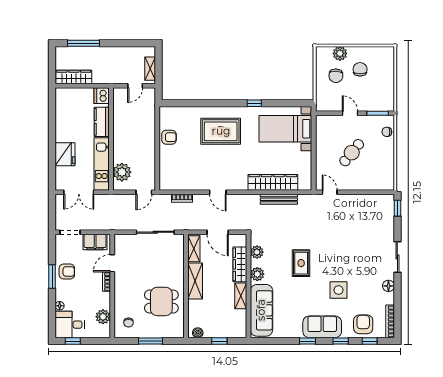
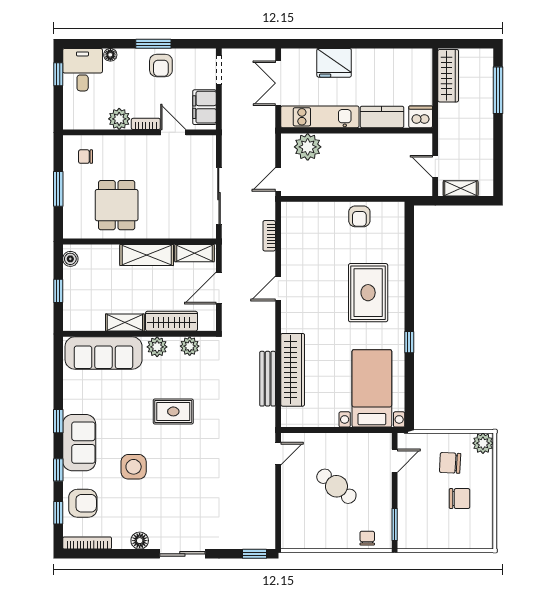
plant: (340, 53) -> (483, 443), moved
door: (350, 113) -> (395, 461), moved
door: (144, 192) -> (278, 179), hinge flipped
plant: (103, 317) -> (119, 119), moved

